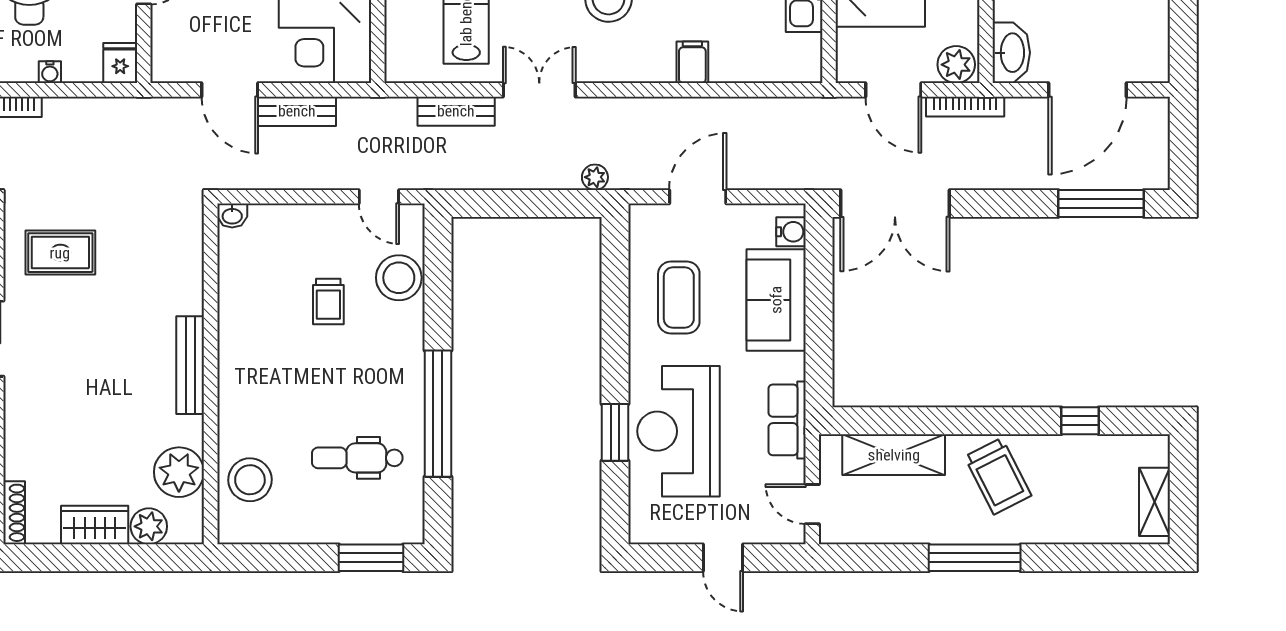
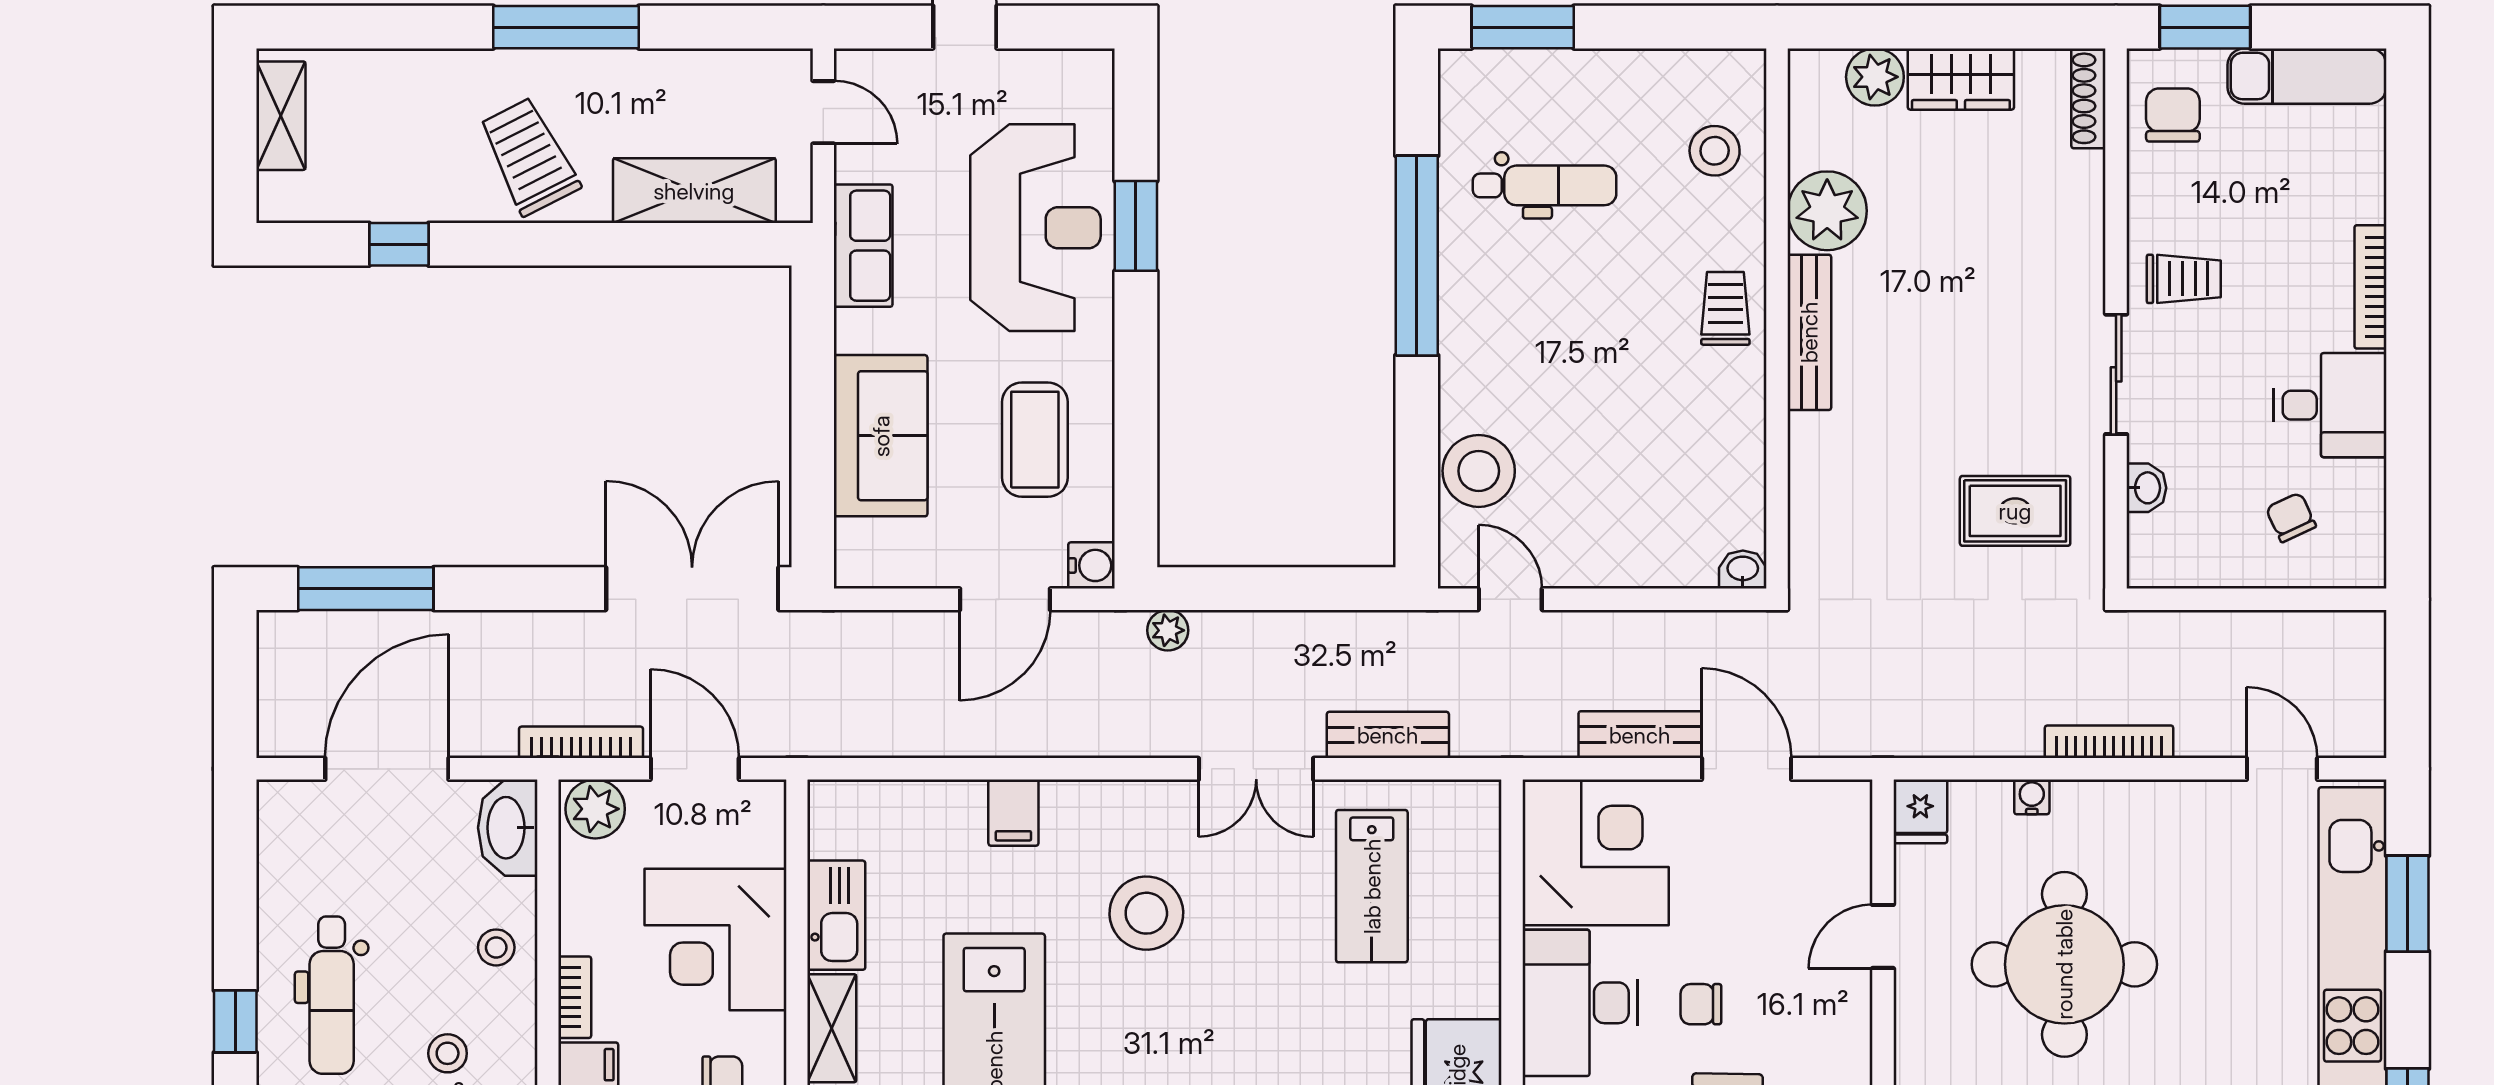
water cooler: (791, 232) -> (1092, 565), moved, turned 180
trolley: (328, 301) -> (1725, 308), moved
plant: (179, 472) -> (1827, 211), moved
stool: (250, 480) -> (1715, 151), width x0.73, depth x0.73

